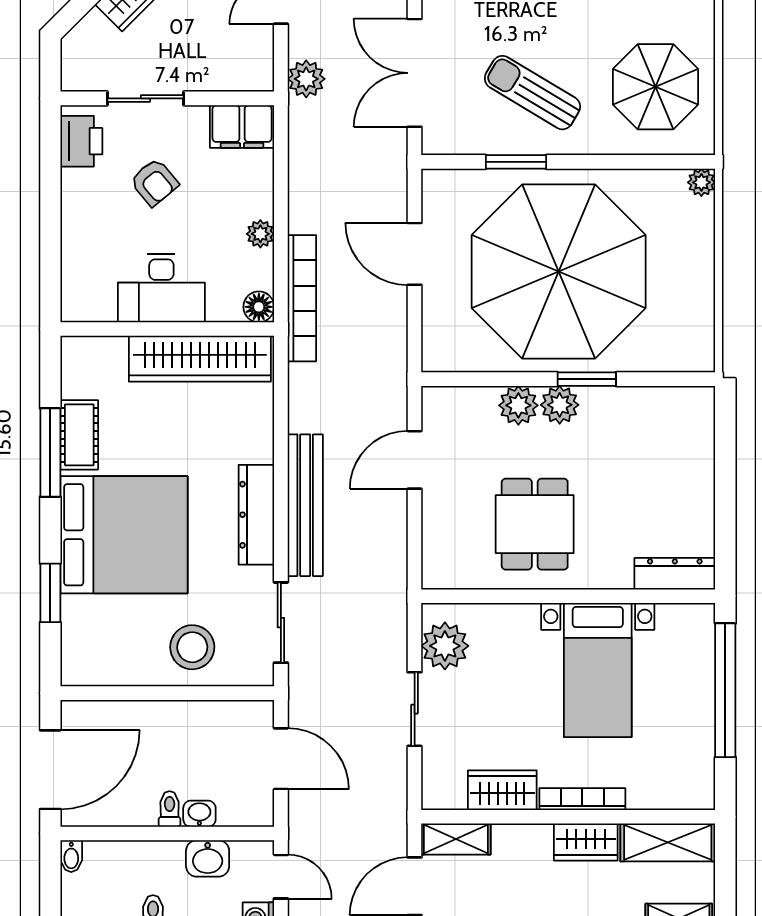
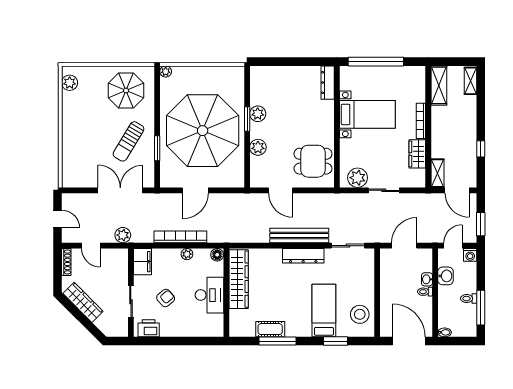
double door: (415, 73) -> (120, 190), swing flipped
bookcase: (302, 298) -> (180, 237), moved
plant: (560, 405) -> (258, 114), moved
dining table: (535, 524) -> (313, 161), moved
bed: (124, 535) -> (324, 311), width x0.49
stool: (192, 647) -> (360, 314), moved
wardrobe: (586, 842) -> (439, 119), removed

